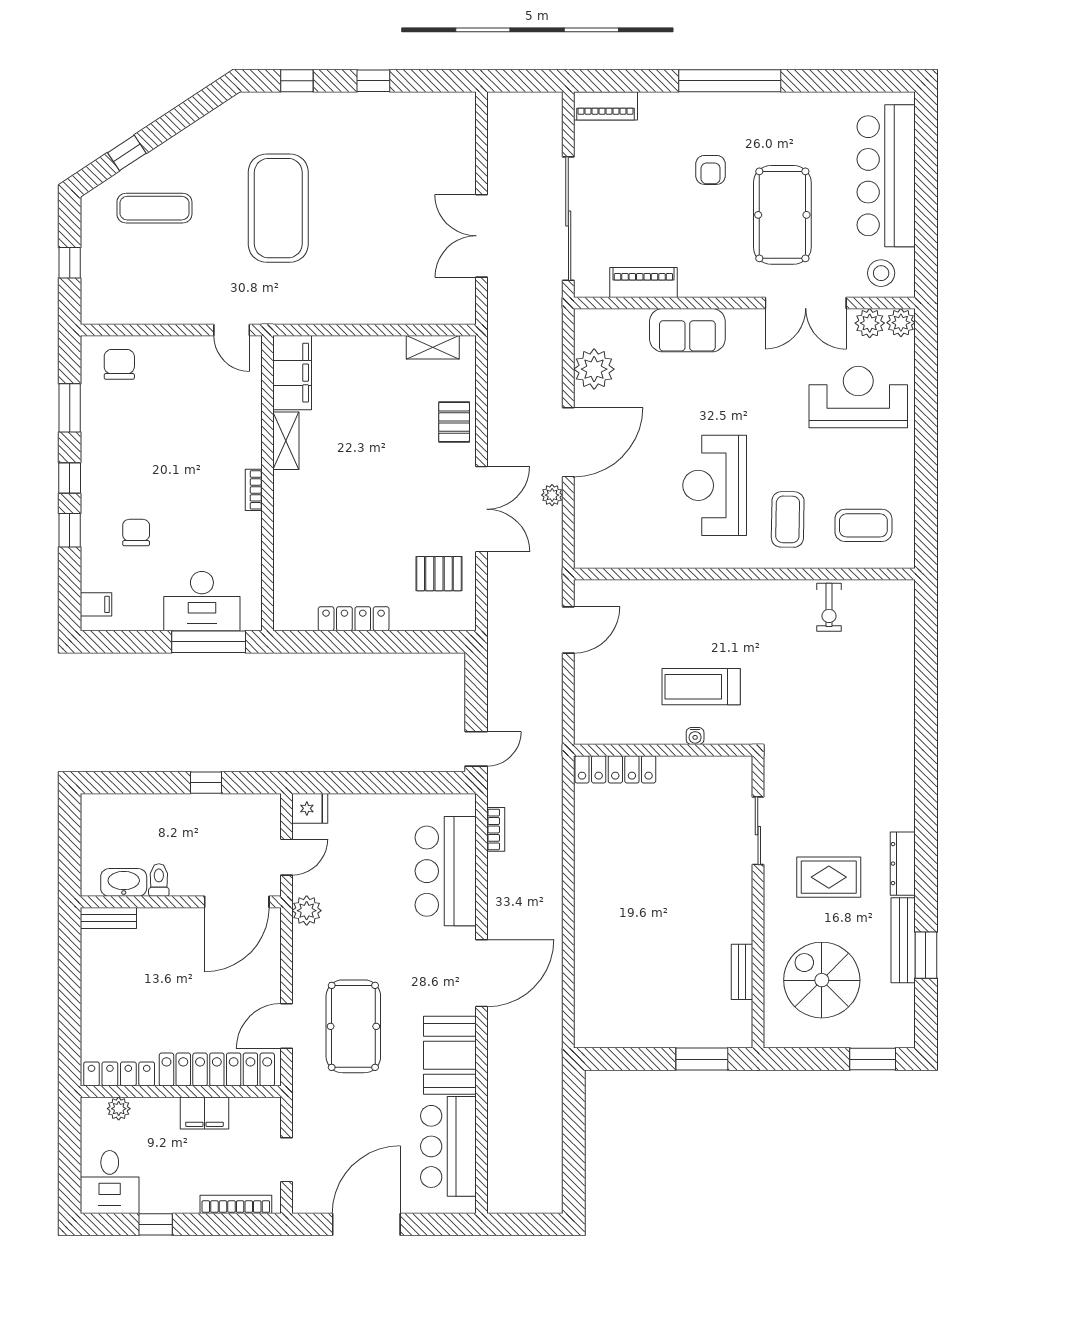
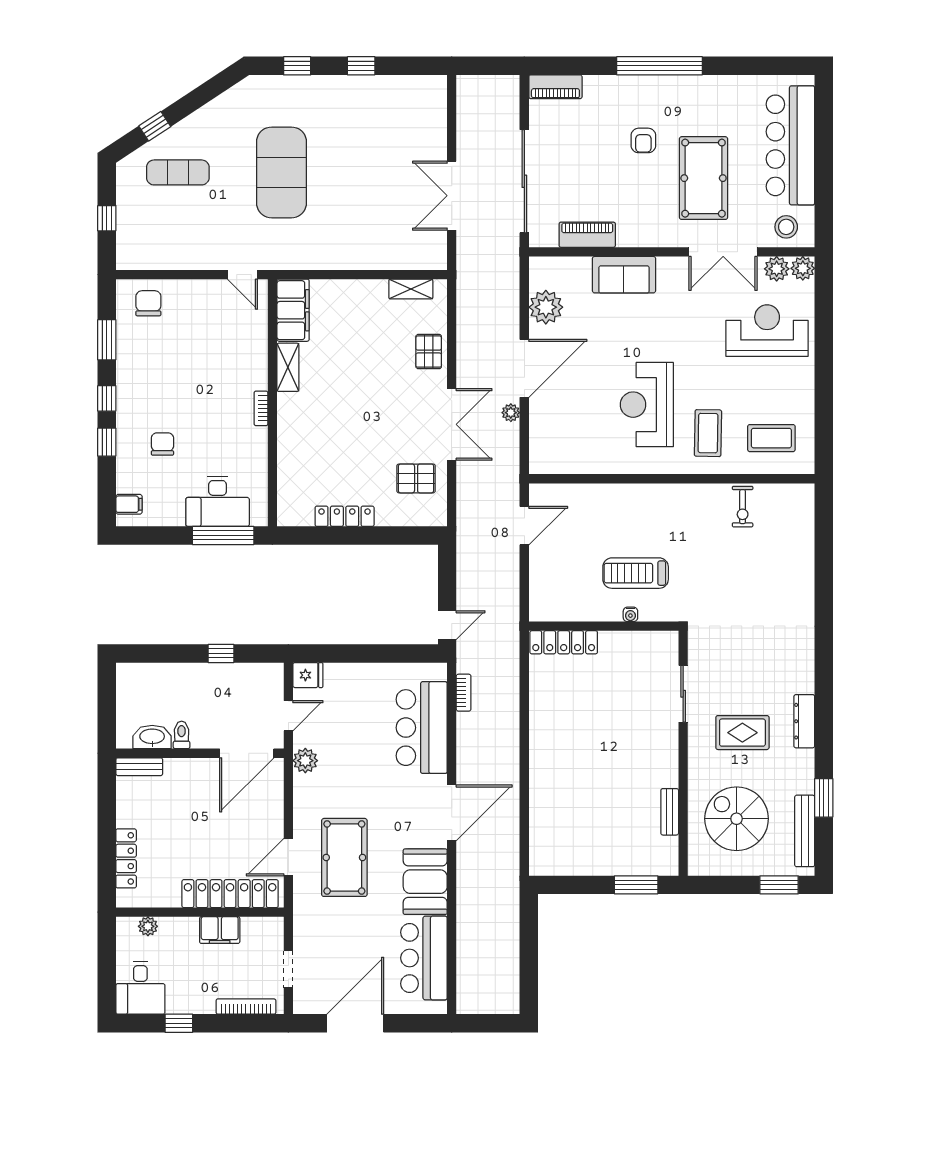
bench: (903, 940) -> (805, 831), moved
locker: (119, 1074) -> (126, 858), moved, turned 90

